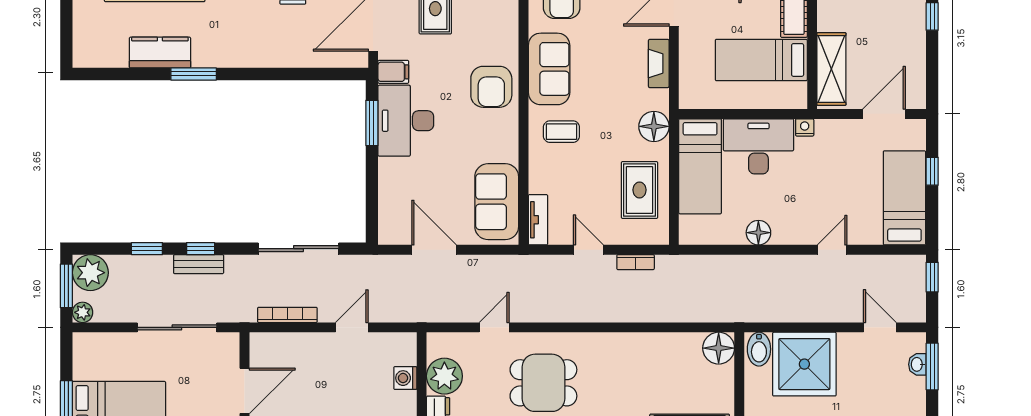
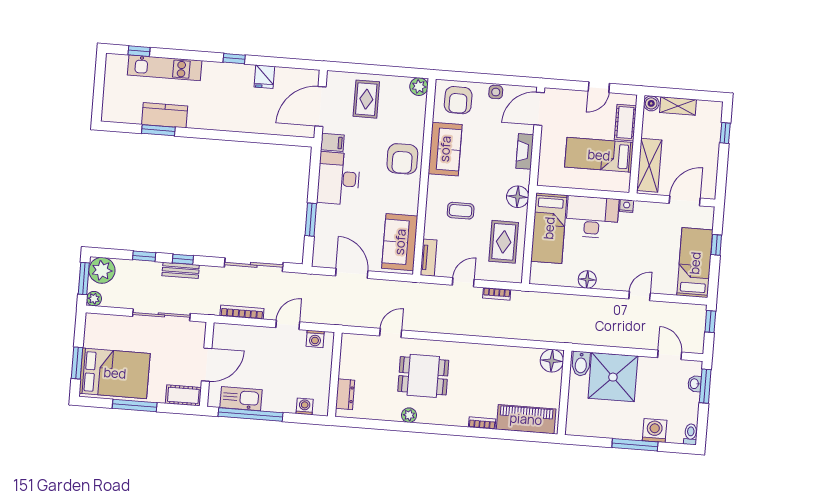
window: (194, 74) -> (158, 130), moved
window: (372, 123) -> (311, 220), moved
coffee table: (561, 132) -> (461, 211), moved
door: (588, 250) -> (463, 282), hinge flipped
plant: (444, 376) -> (352, 365), removed
washing machine: (405, 378) -> (315, 339), moved, turned -90

